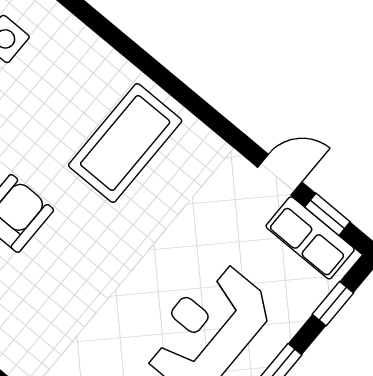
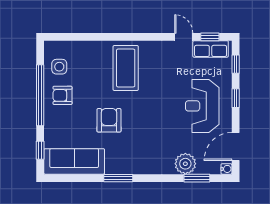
door: (280, 175) -> (184, 37), hinge flipped

